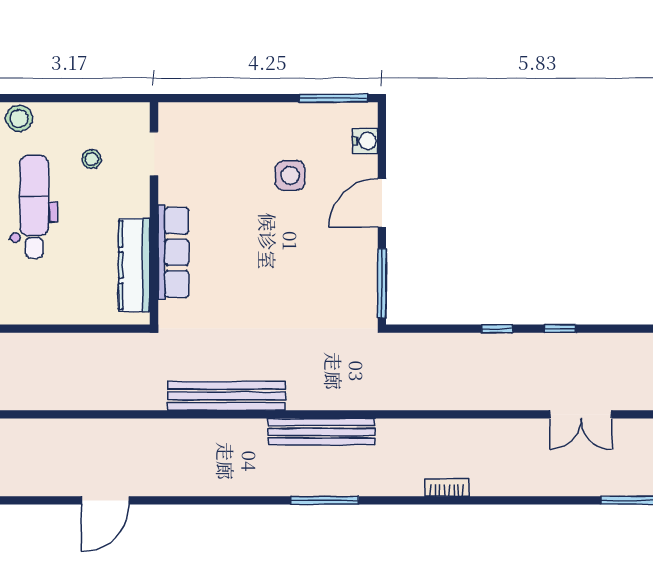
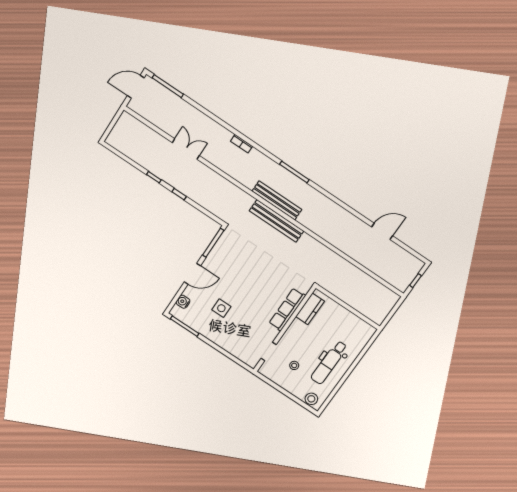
kitchen counter: (134, 265) -> (310, 309), width x0.67
bench: (226, 396) -> (277, 221), moved
double door: (581, 414) -> (186, 149), moved

